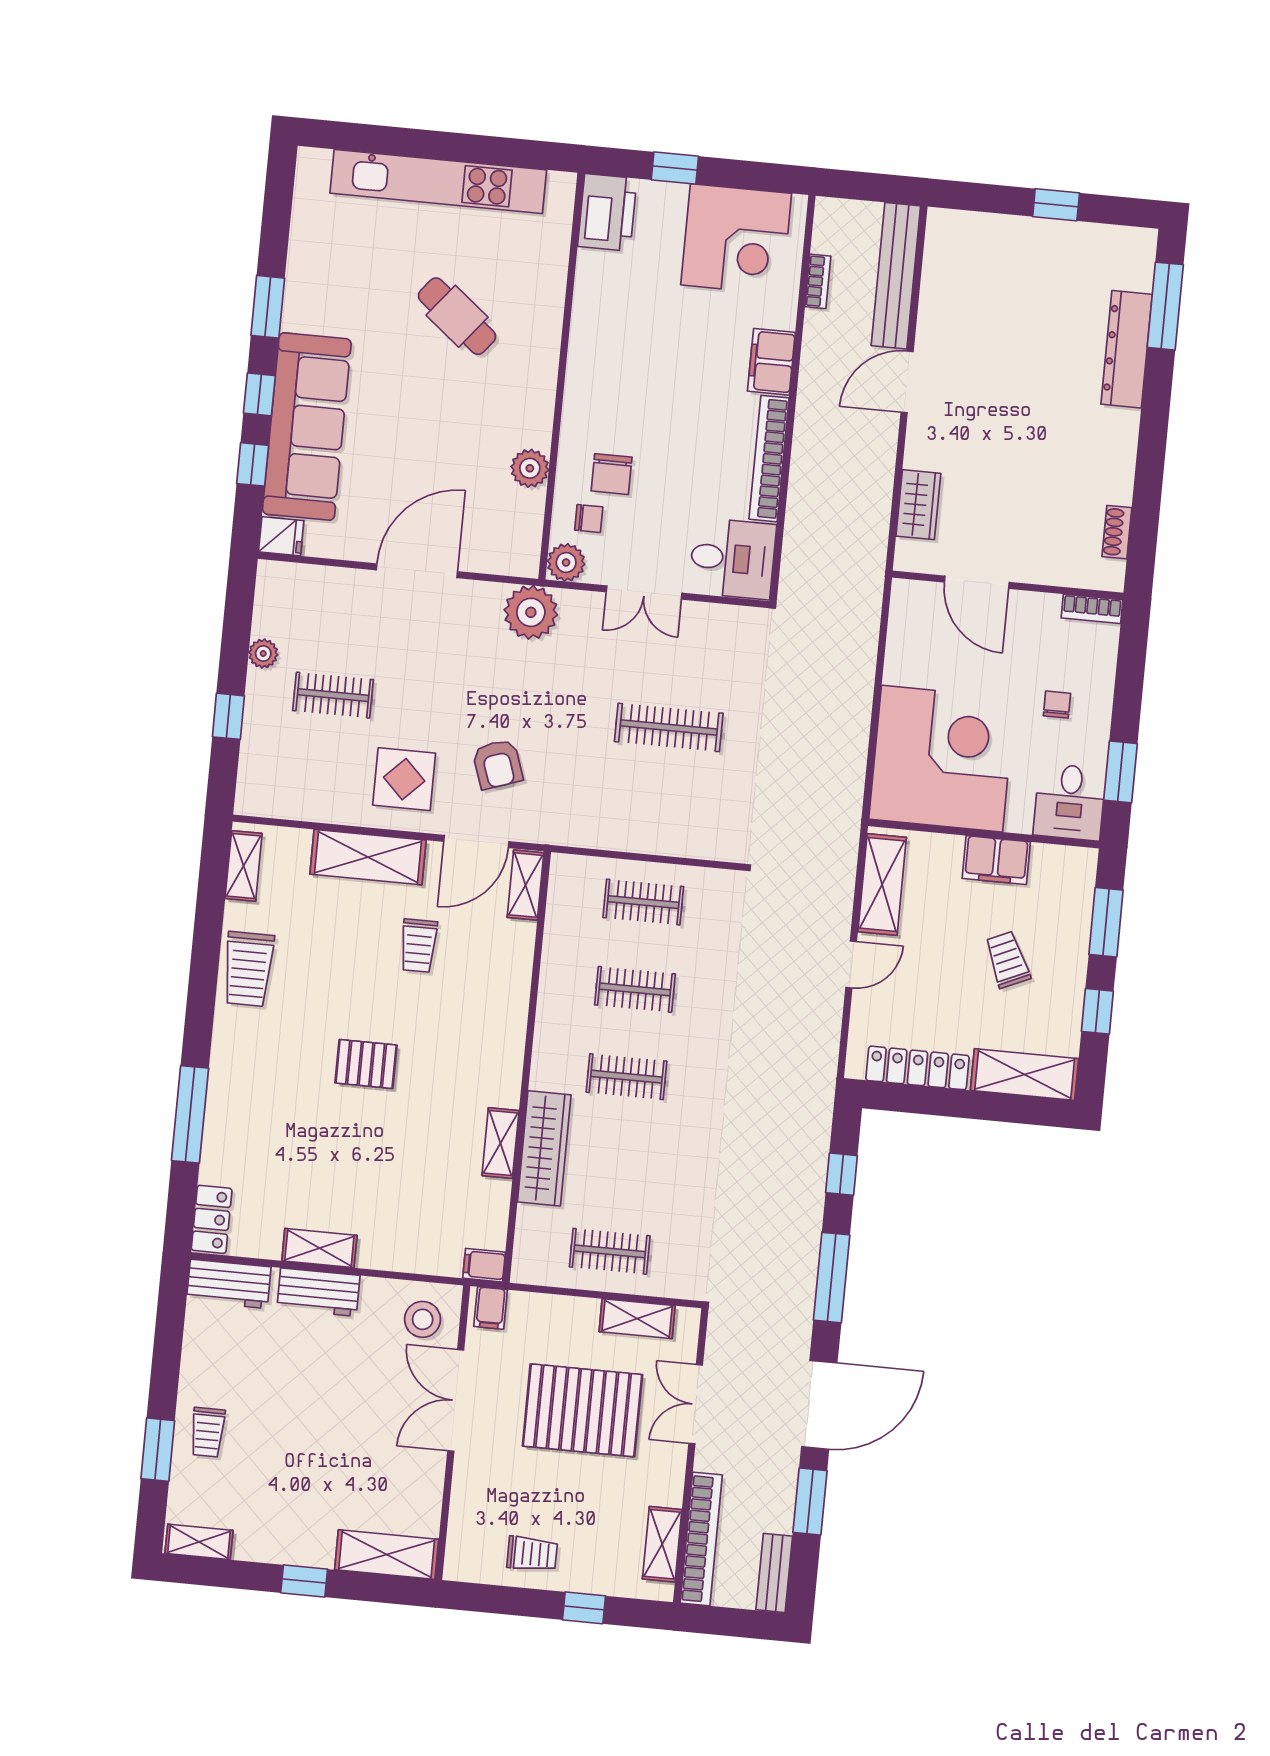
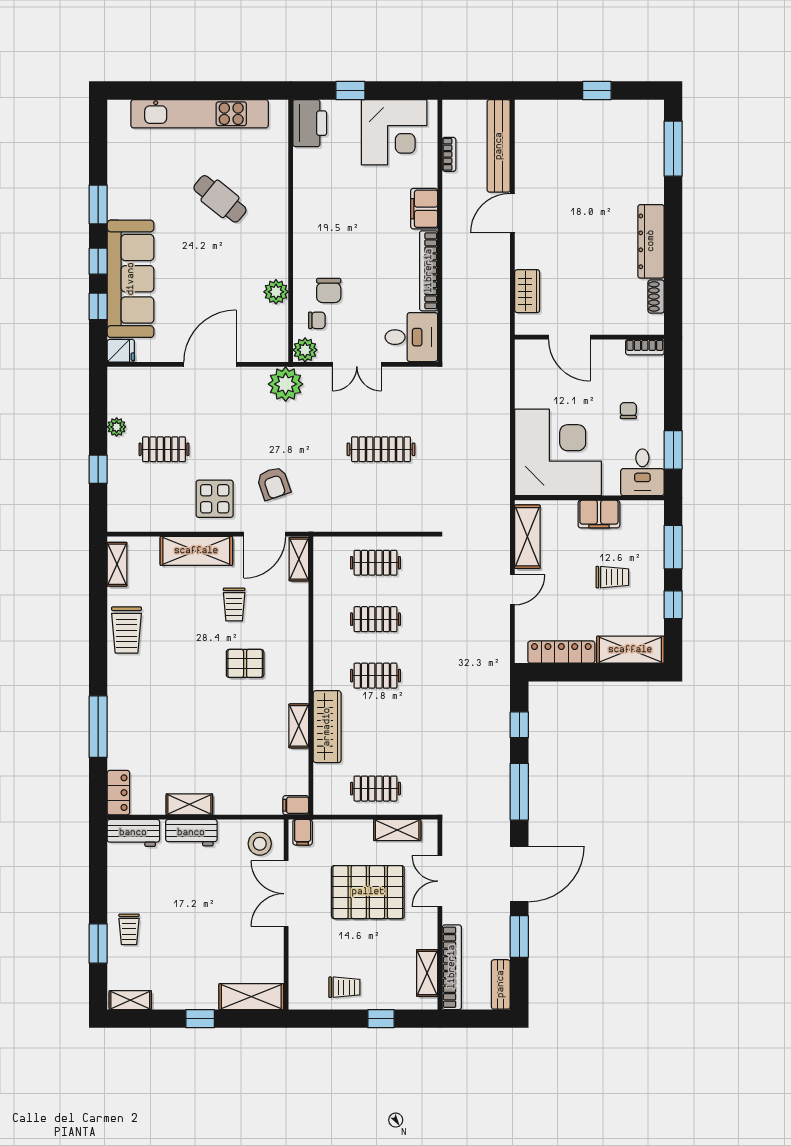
dresser: (1127, 349) -> (651, 241), moved
trolley: (1007, 960) -> (612, 577), turned 114
pallet: (366, 1064) -> (245, 663), moved

